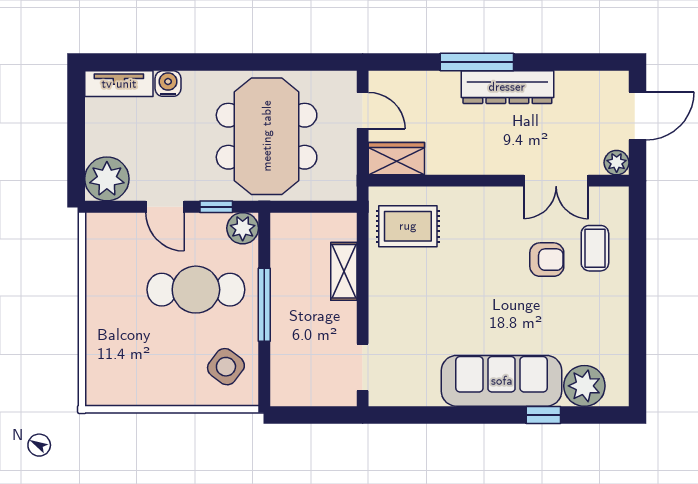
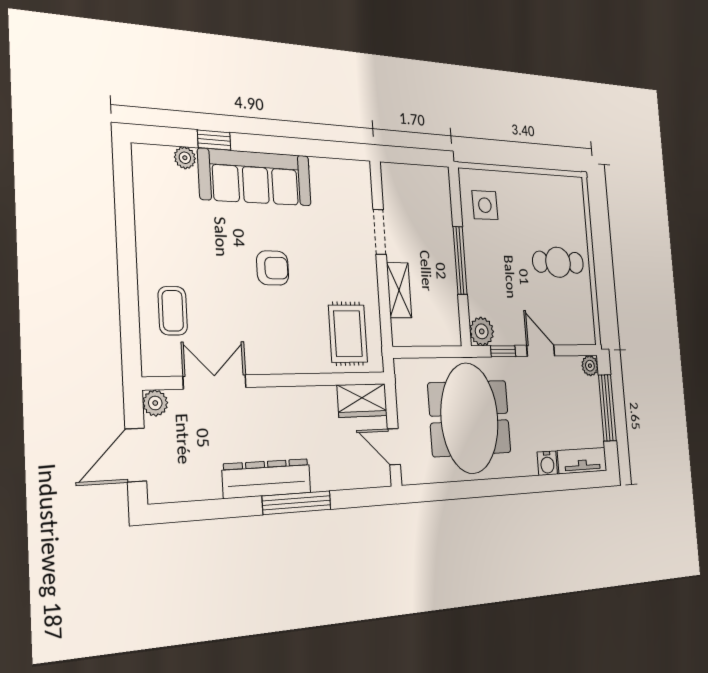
window: (76, 141) -> (607, 408), added
plant: (107, 179) -> (590, 366), width x0.53, depth x0.53
rug: (408, 226) -> (348, 334), turned 90
armchair: (547, 260) -> (273, 268), moved, turned 180
cafe table: (196, 290) -> (558, 262), moved, width x0.73, depth x0.74
side table: (226, 367) -> (485, 205), turned -38
doorway: (363, 367) -> (380, 232), moved
plant: (584, 386) -> (185, 158), width x0.53, depth x0.53

